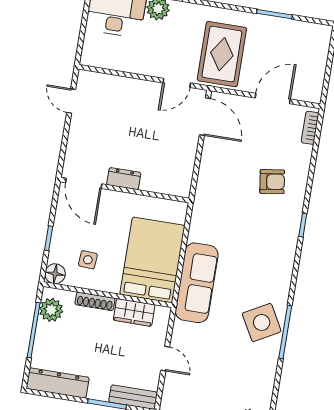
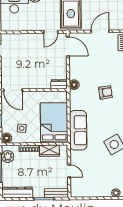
dresser: (124, 179) -> (59, 84), moved
armchair: (272, 182) -> (105, 92), moved
floor lamp: (204, 193) -> (74, 85), added

